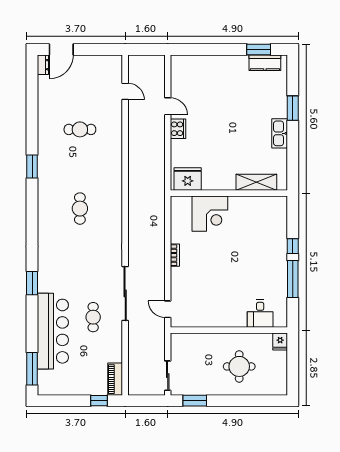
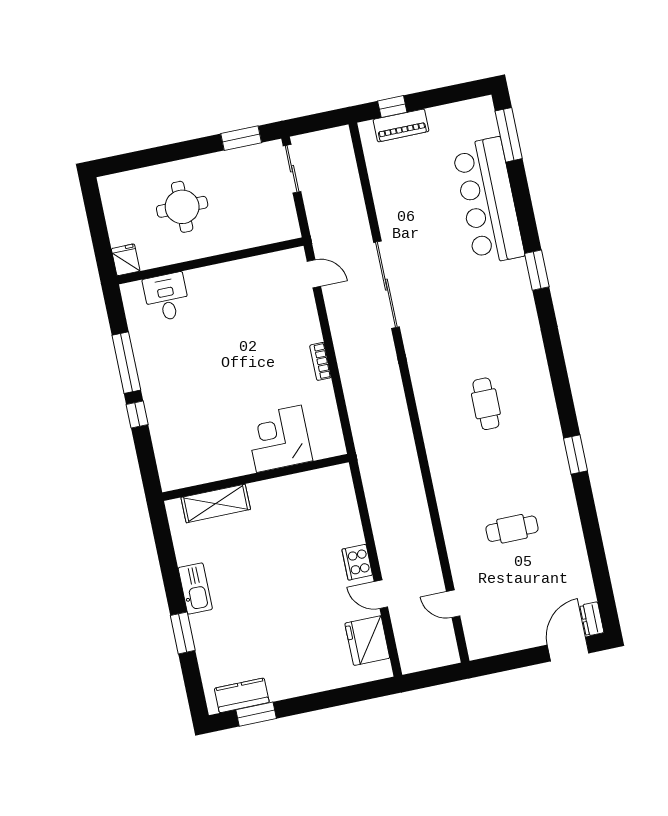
fridge: (188, 179) -> (367, 641), moved, turned 90
cafe table: (93, 317) -> (429, 237), removed
piano: (115, 379) -> (401, 125), moved, turned 90

